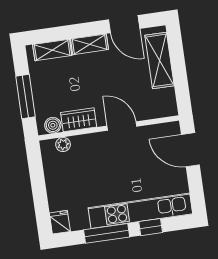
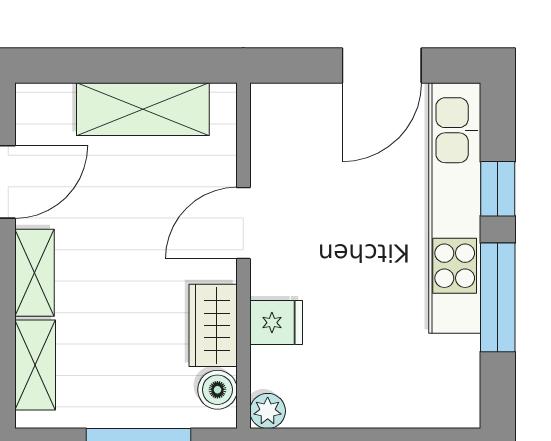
shelving: (160, 60) -> (143, 109), moved
plant: (63, 144) -> (268, 411), moved
door: (190, 150) -> (382, 65), moved
fridge: (60, 222) -> (276, 323), moved, turned 180

